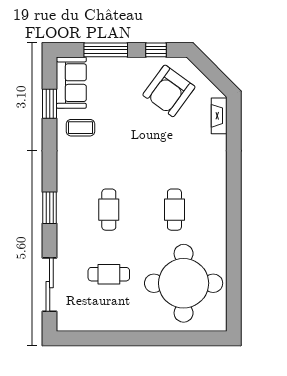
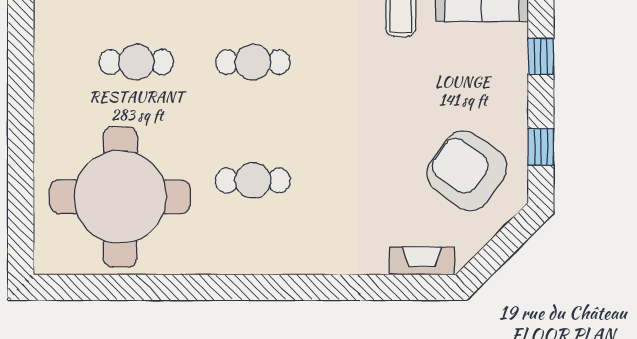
window: (106, 50) -> (541, 57), width x0.46
cafe table: (109, 274) -> (136, 62), turned 90

